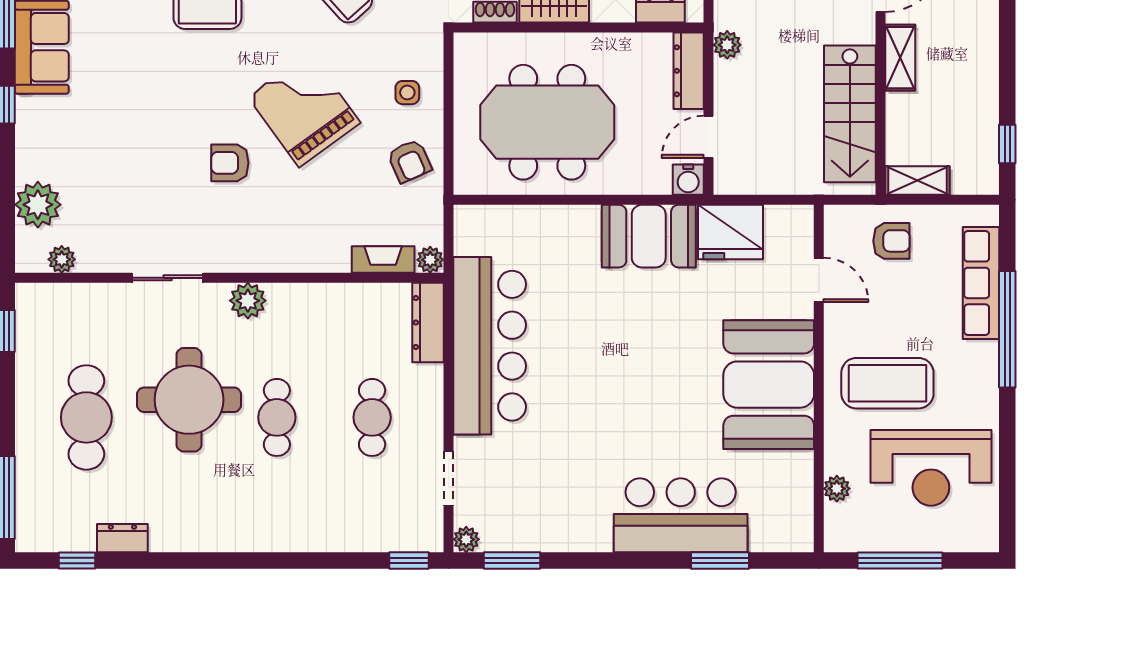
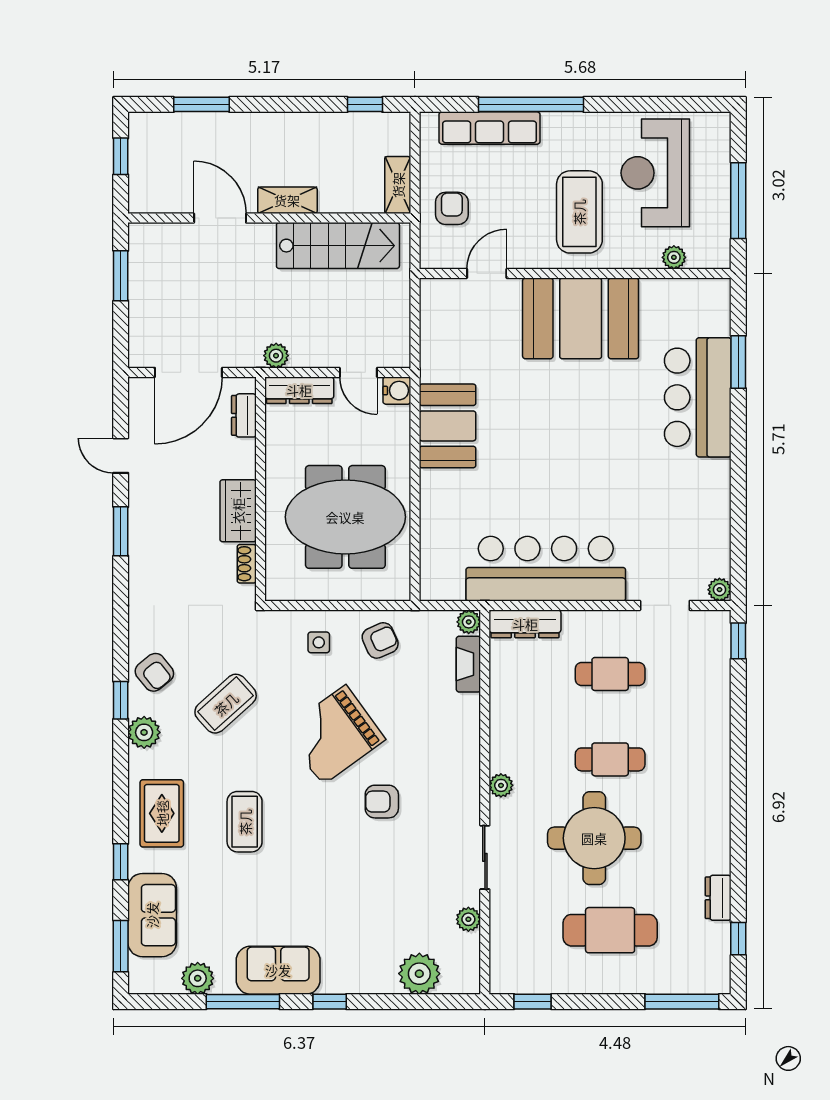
meeting table: (547, 122) -> (345, 517), turned 90
armchair: (230, 163) -> (382, 802), turned 90
fridge: (730, 232) -> (444, 353), removed
plant: (62, 259) -> (468, 919), moved
plant: (248, 301) -> (501, 785), width x0.73, depth x0.73
reception desk: (931, 468) -> (655, 173), turned 180
window: (512, 560) -> (738, 549), removed

